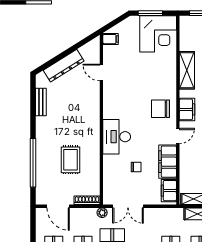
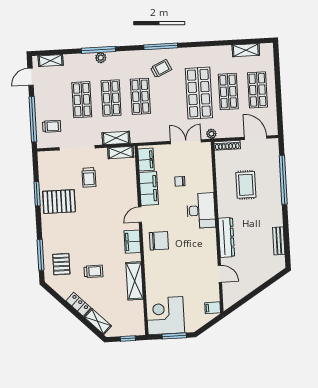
dresser: (64, 66) -> (226, 237), moved, turned 122

